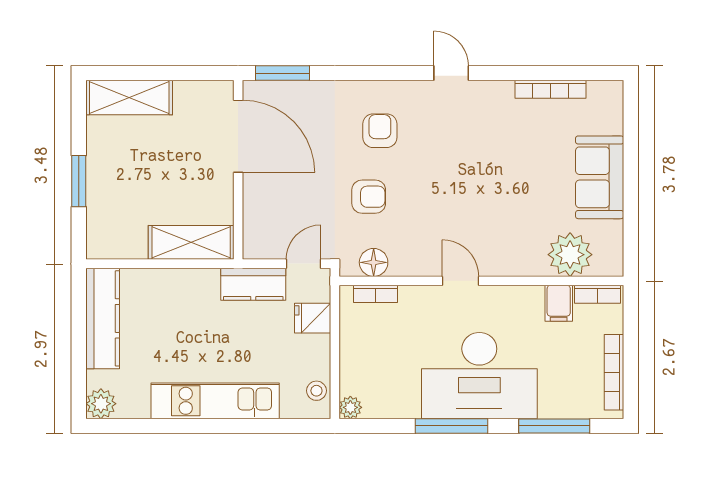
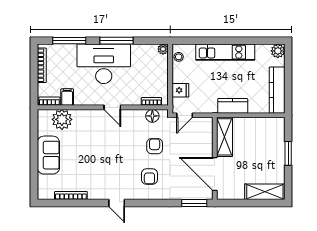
armchair: (369, 197) -> (155, 146), turned 90
shelving: (191, 242) -> (225, 137), moved, turned 90
kitchen counter: (253, 284) -> (233, 106), moved

